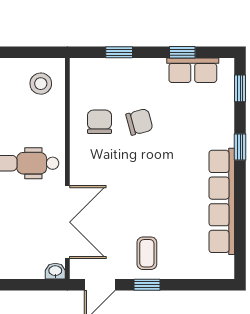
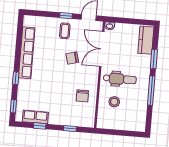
stool: (41, 84) -> (114, 102), moved
chair: (139, 122) -> (72, 58), moved

